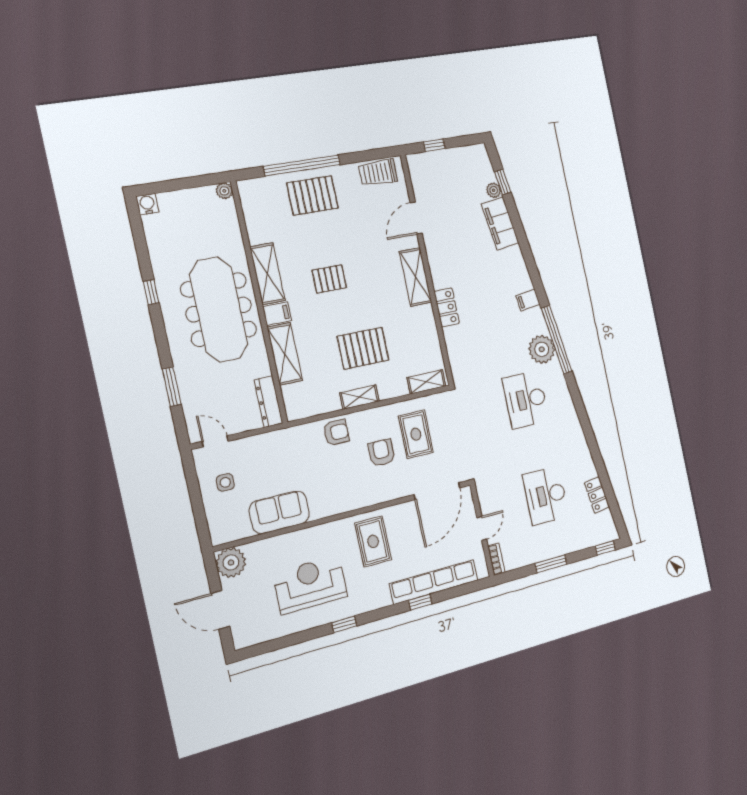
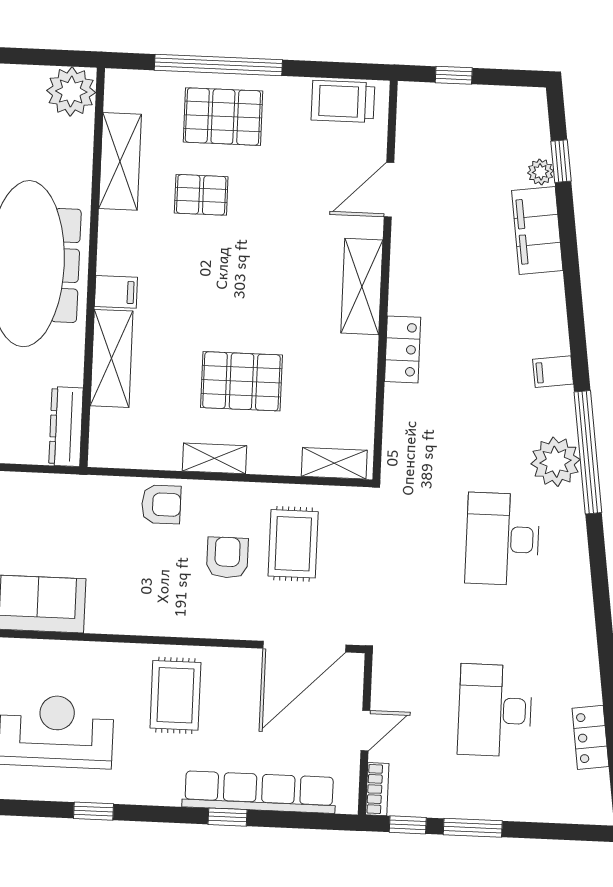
plant: (224, 191) -> (71, 91), width x1.88, depth x1.88
shelving: (268, 274) -> (120, 161), moved
pallet: (329, 279) -> (201, 195), moved
window: (605, 548) -> (408, 825), moved

